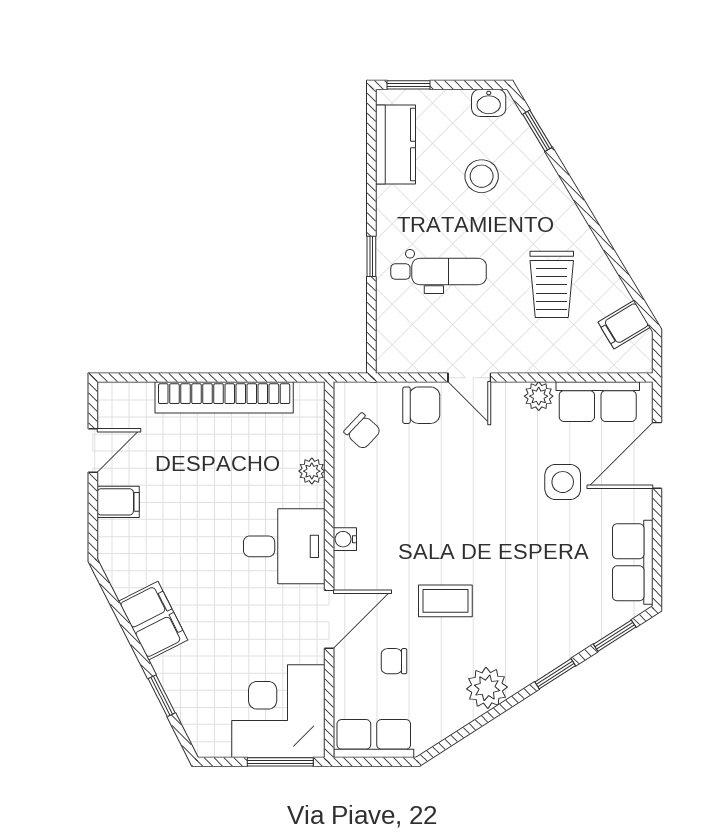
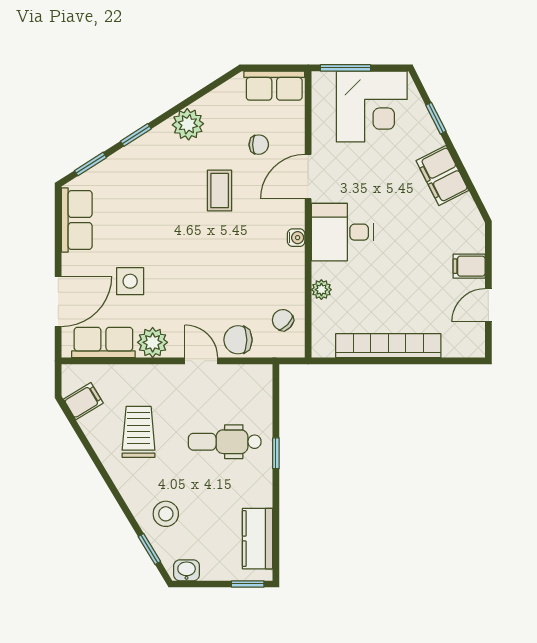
stool: (482, 176) -> (166, 514), moved
plant: (539, 396) -> (153, 342), width x1.38, depth x1.38
coffee table: (445, 601) -> (220, 191), turned 90
corner desk: (278, 711) -> (372, 107), moved

